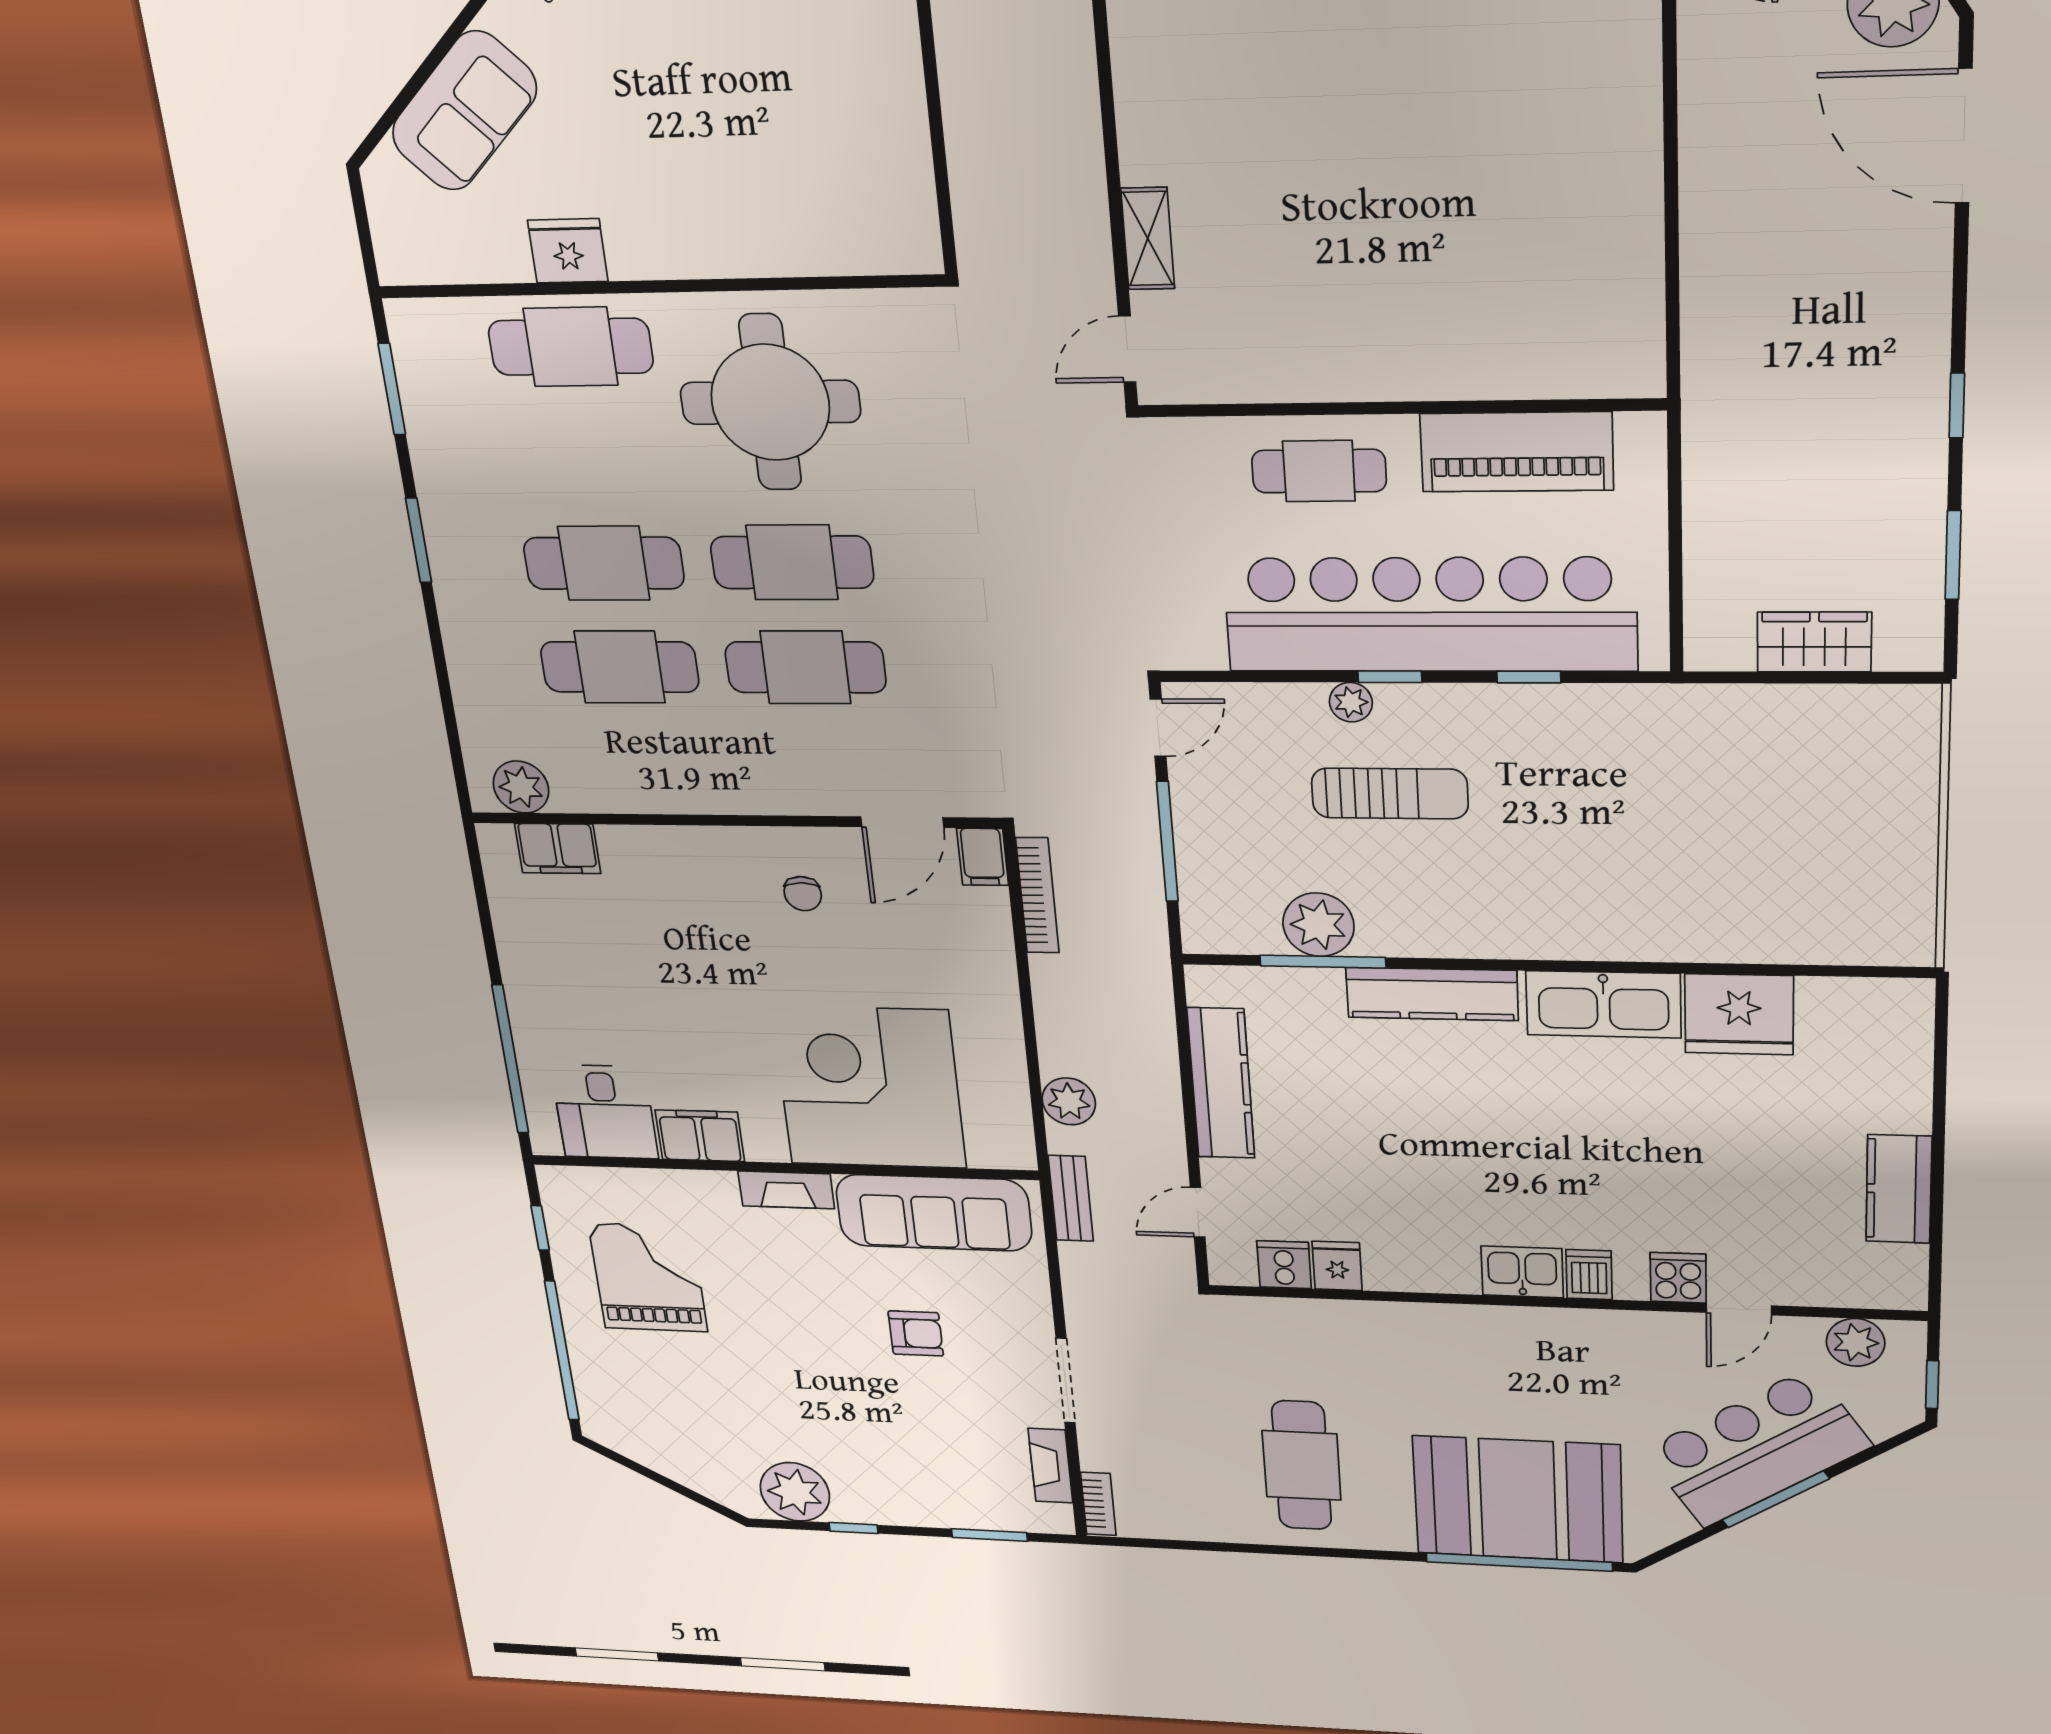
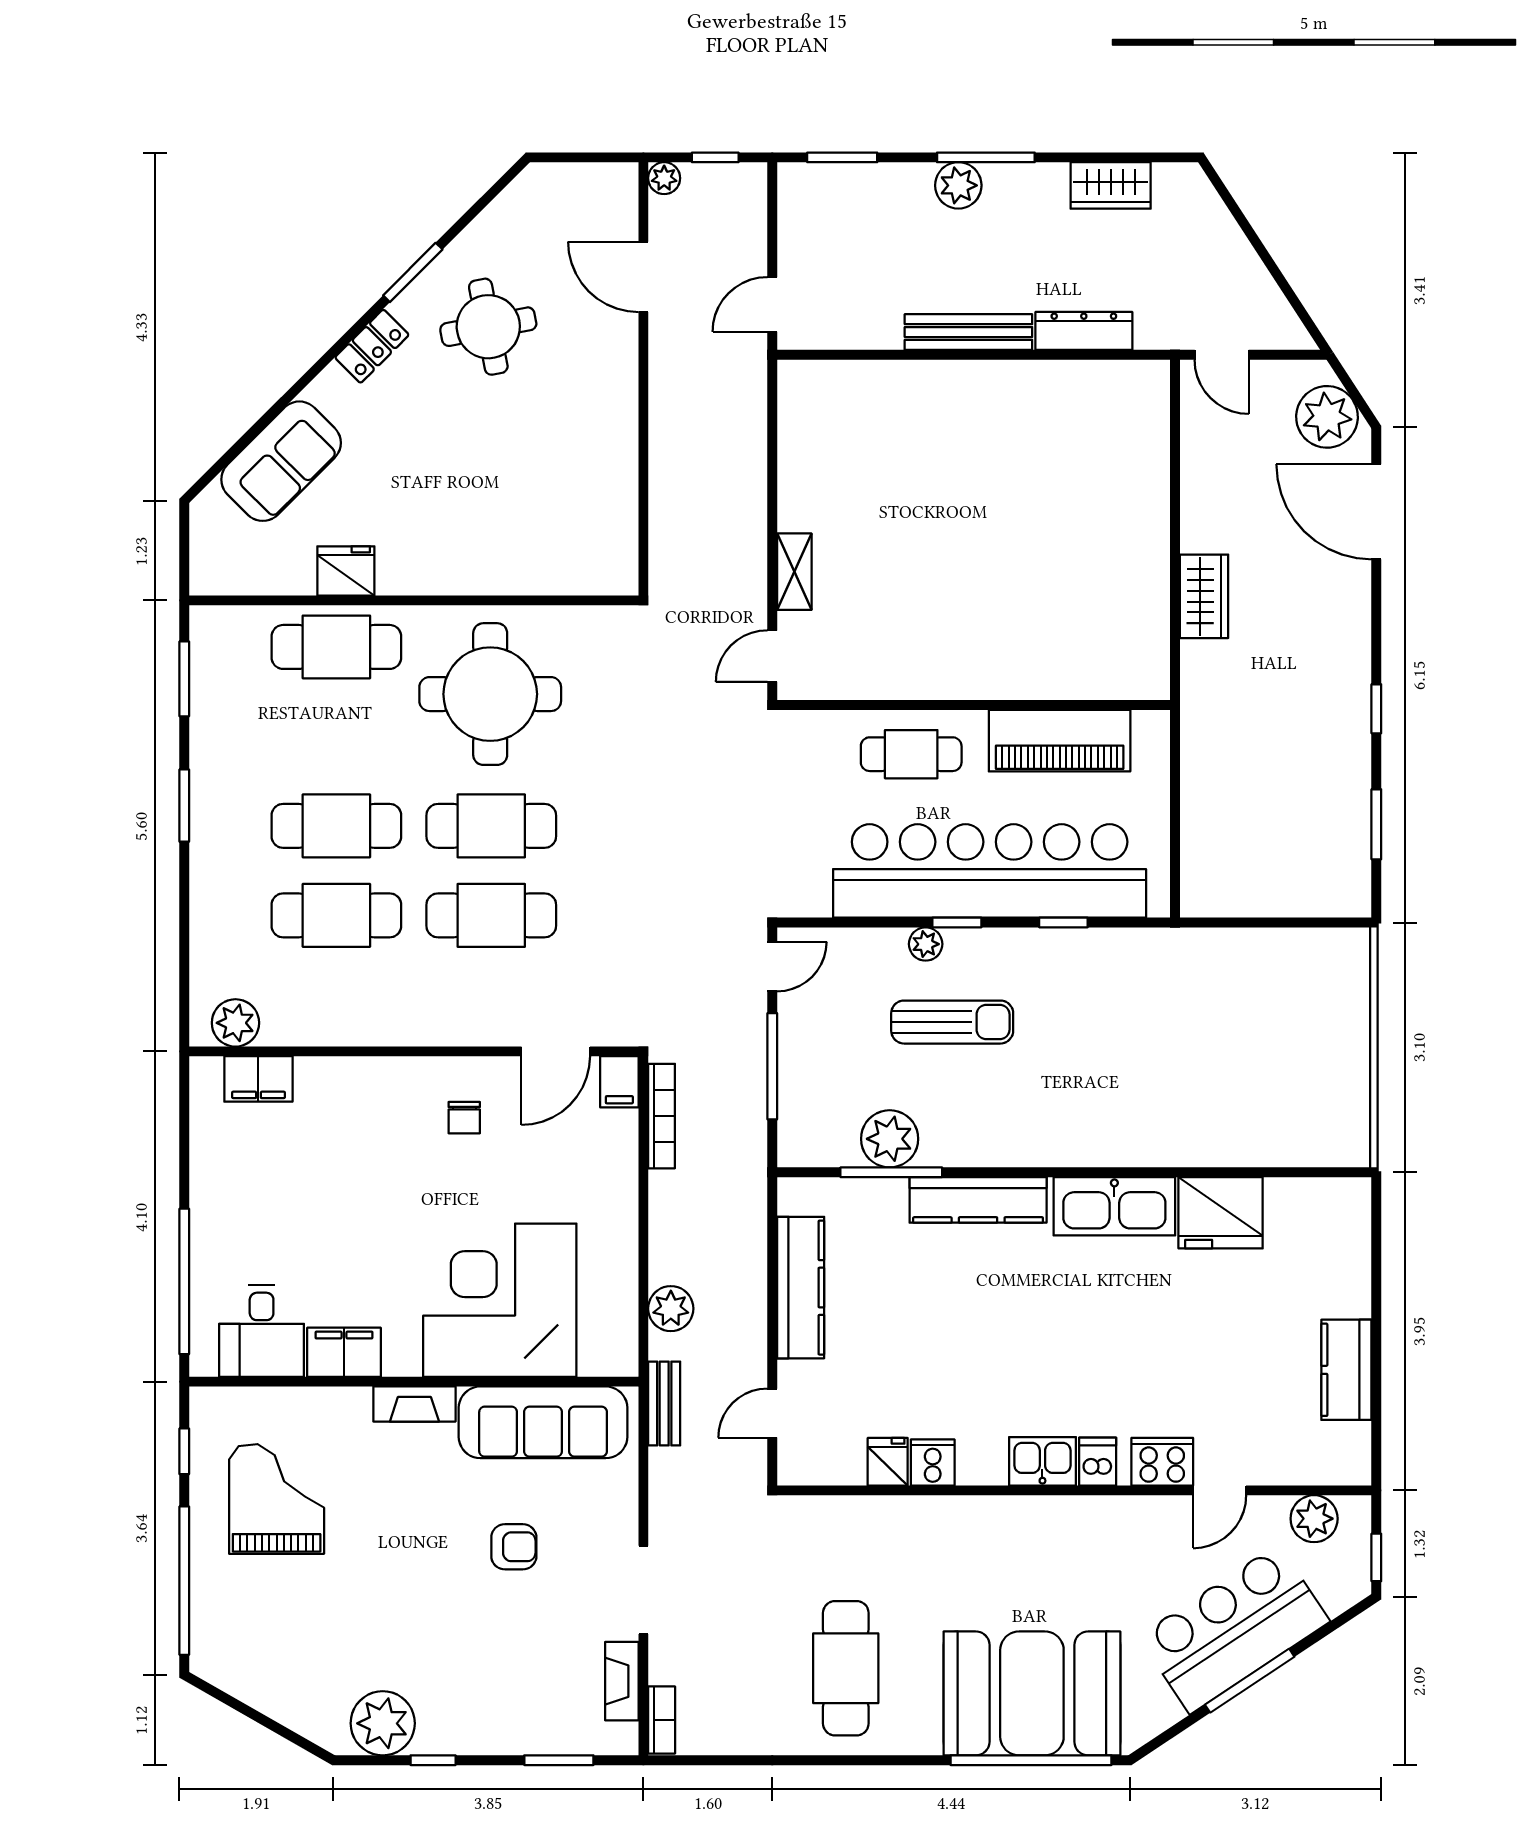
wardrobe: (1814, 642) -> (1204, 596), moved, turned 90
cooker: (1284, 1265) -> (933, 1462), moved
cooker: (1678, 1278) -> (1162, 1462), width x1.36

